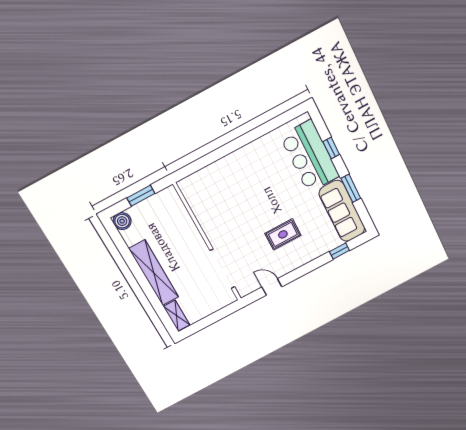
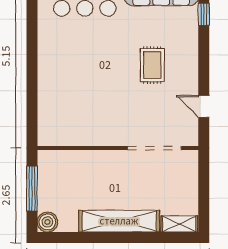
window: (141, 196) -> (32, 188), width x1.44
door: (272, 287) -> (204, 106), hinge flipped

